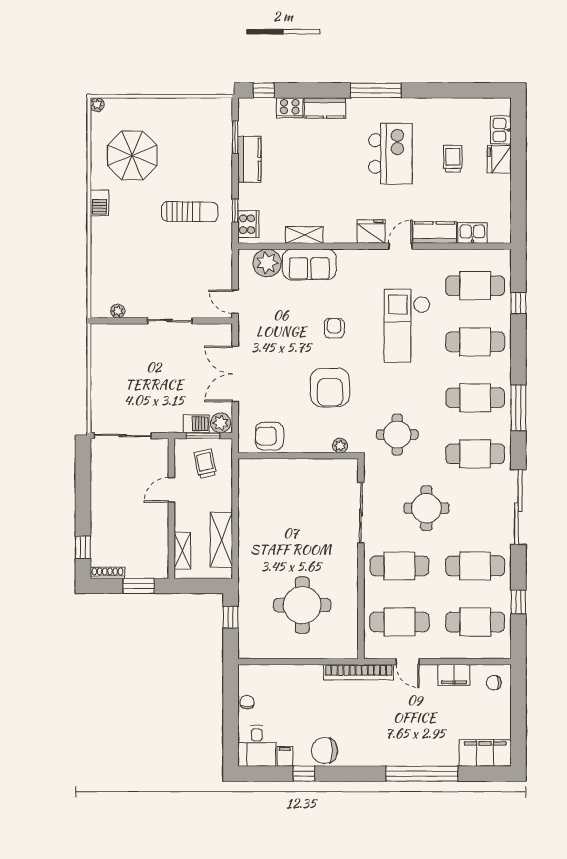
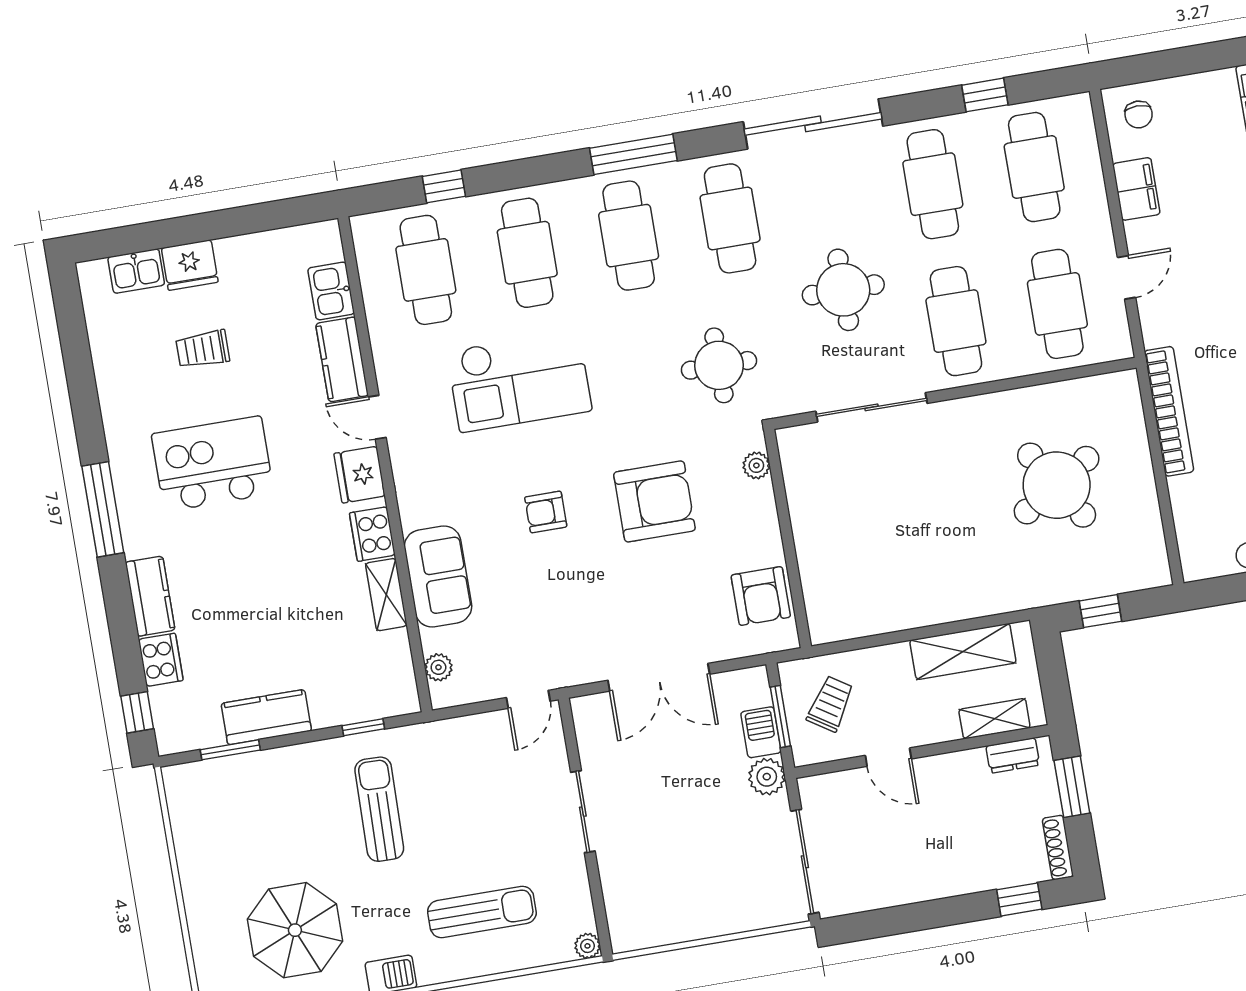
cooker: (248, 224) -> (372, 534), moved, turned -90
sun lounger: (125, 258) -> (482, 912), added
plant: (267, 263) -> (438, 667), width x0.53, depth x0.53
plant: (118, 311) -> (587, 946), moved
plant: (221, 423) -> (767, 777), moved
trolley: (205, 464) -> (830, 704), turned 135
dresser: (161, 557) -> (1013, 755), added
round table: (302, 605) -> (1057, 485), turned -32
bookcase: (359, 672) -> (1169, 411), moved

